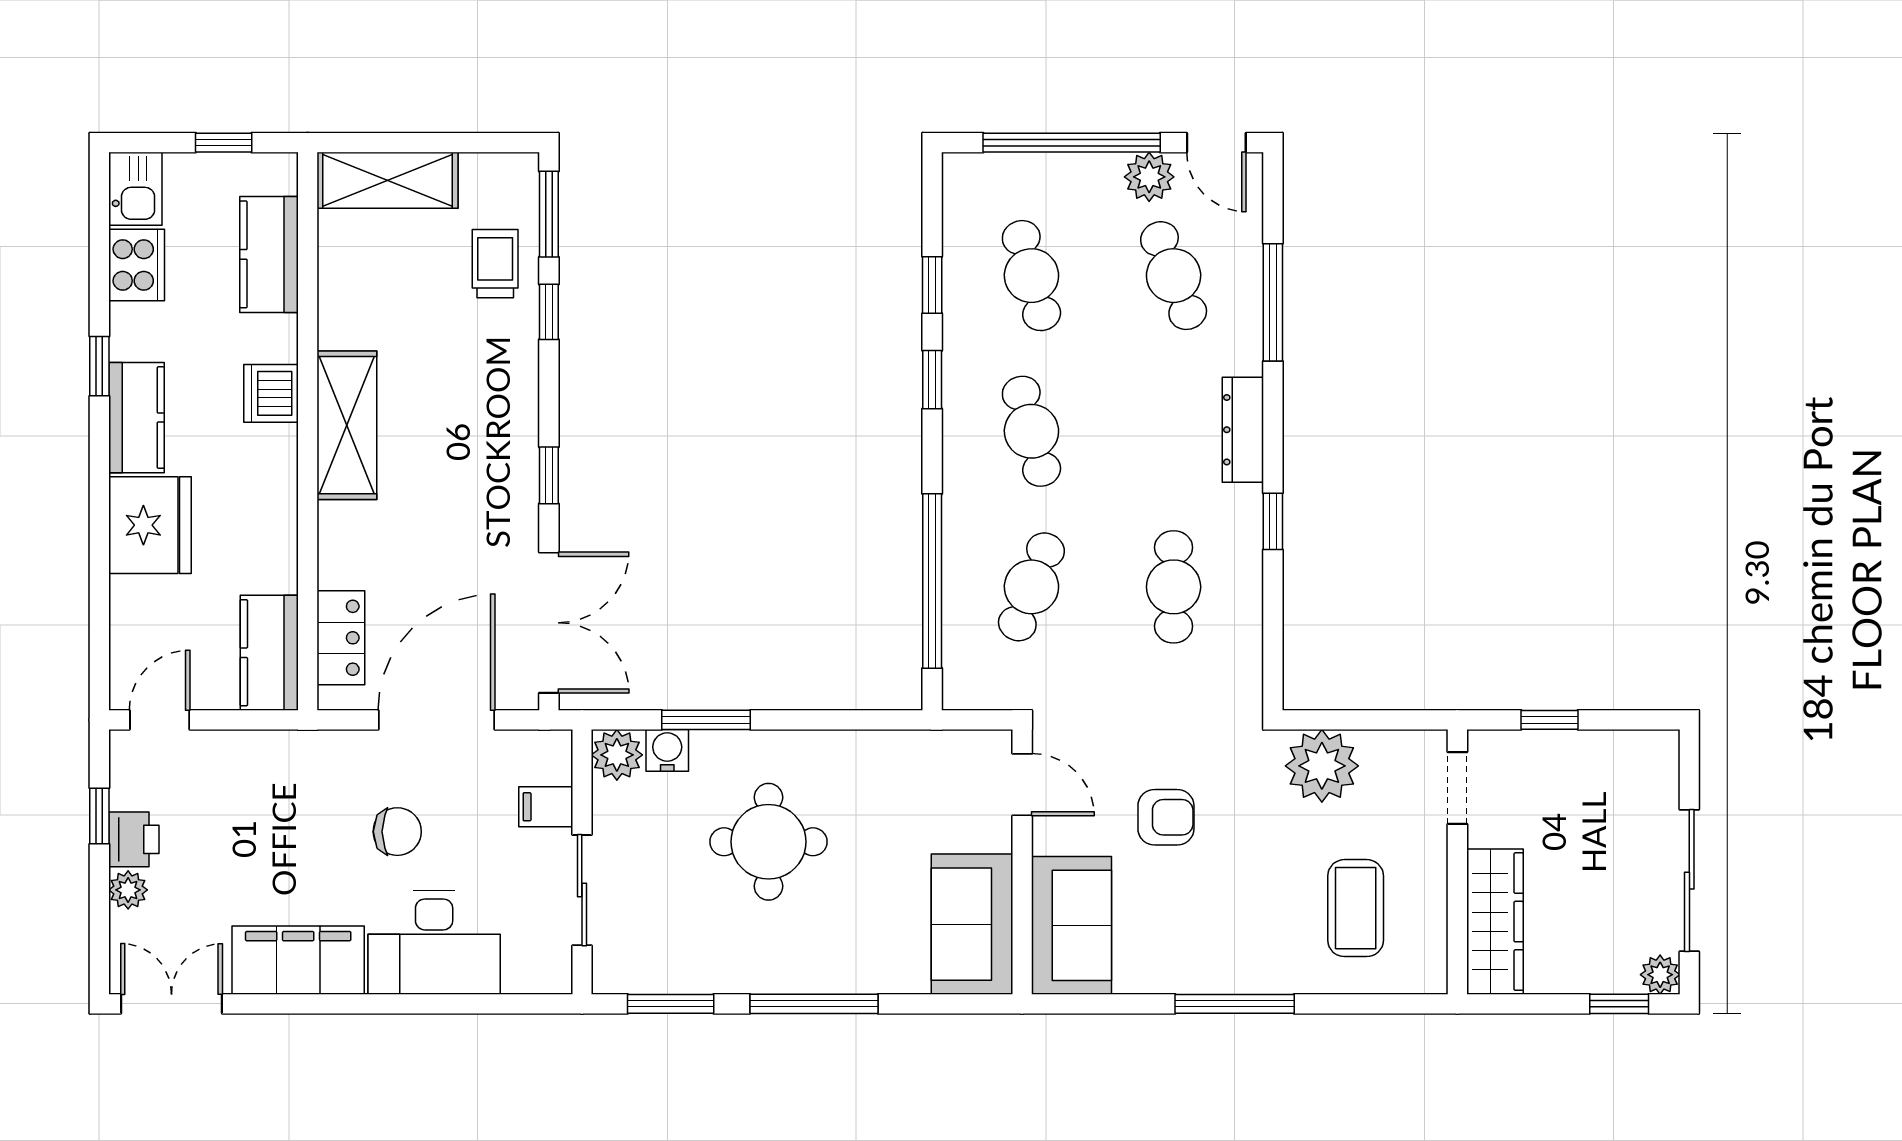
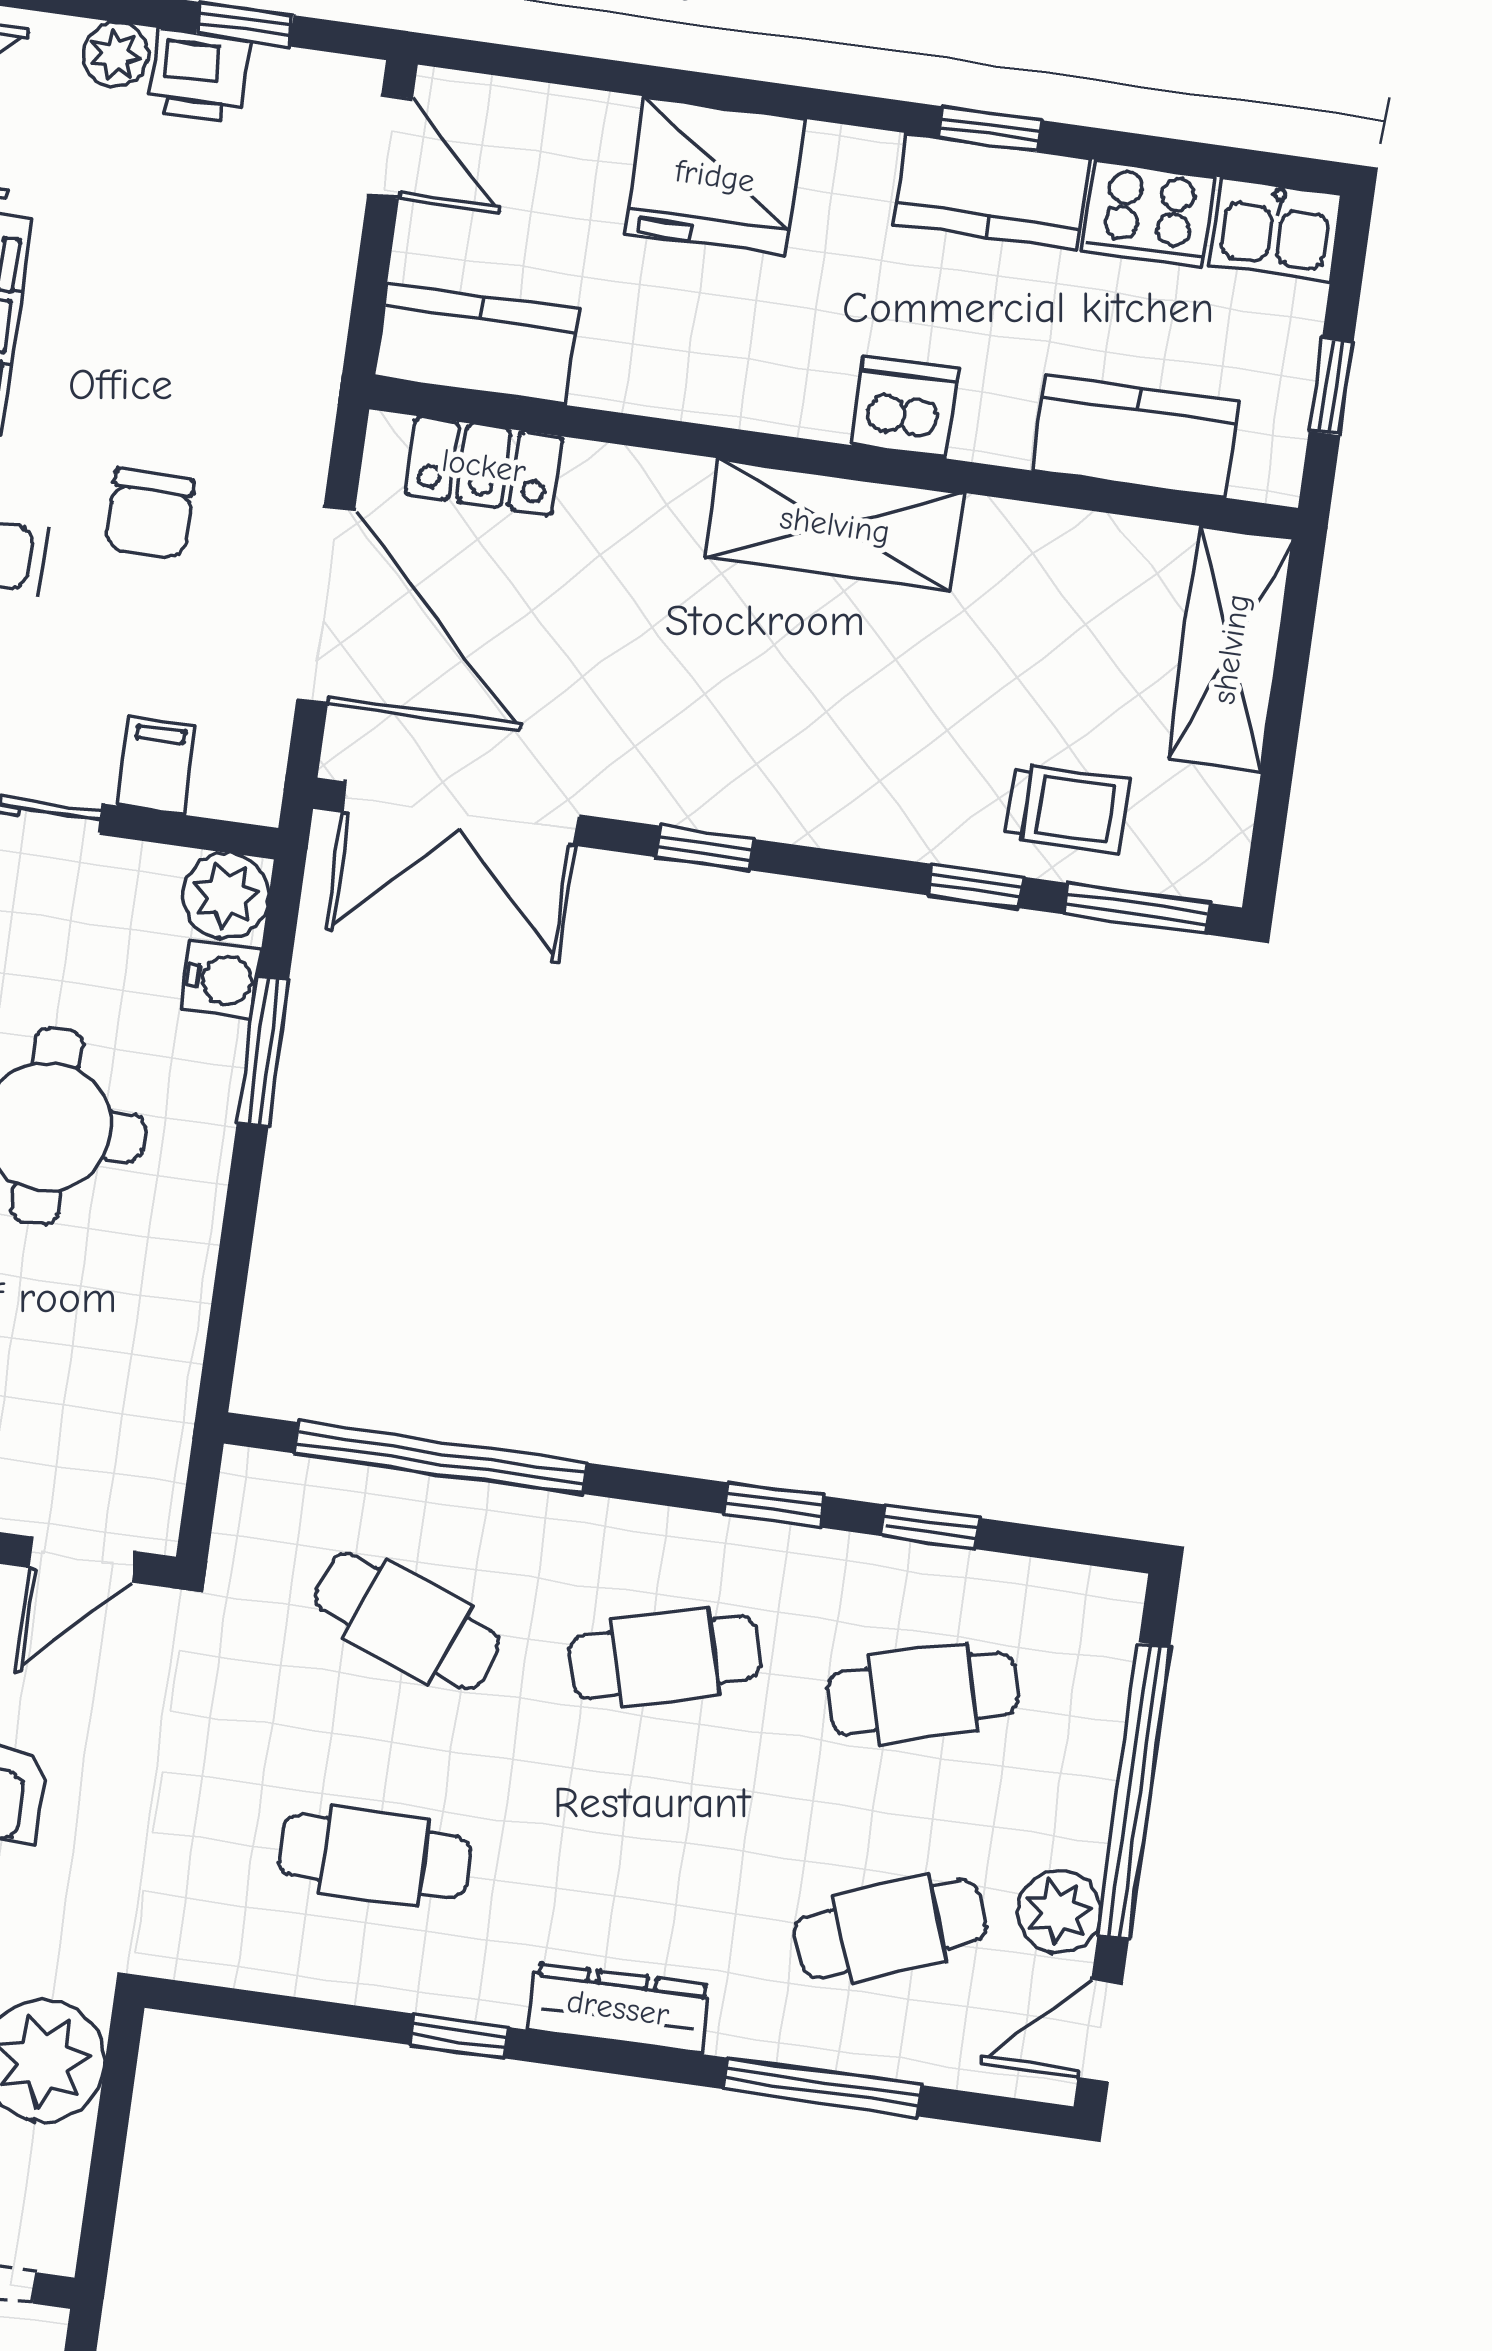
kitchen counter: (136, 418) -> (992, 192), moved

